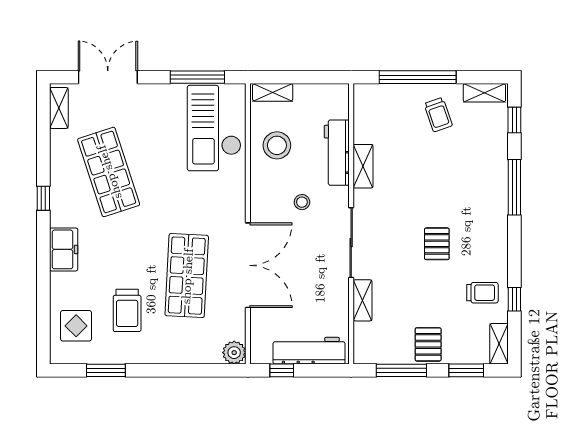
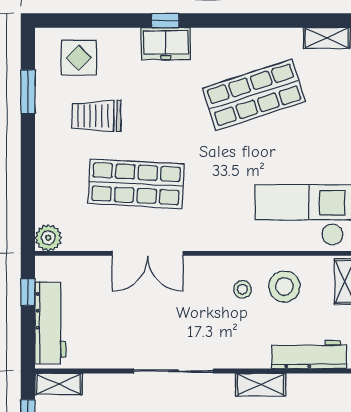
workbench: (337, 153) -> (309, 355), moved
window: (43, 198) -> (165, 20), moved
stool: (302, 202) -> (242, 289), moved
double door: (248, 265) -> (148, 253), width x0.73
shelving: (363, 300) -> (59, 384), moved

